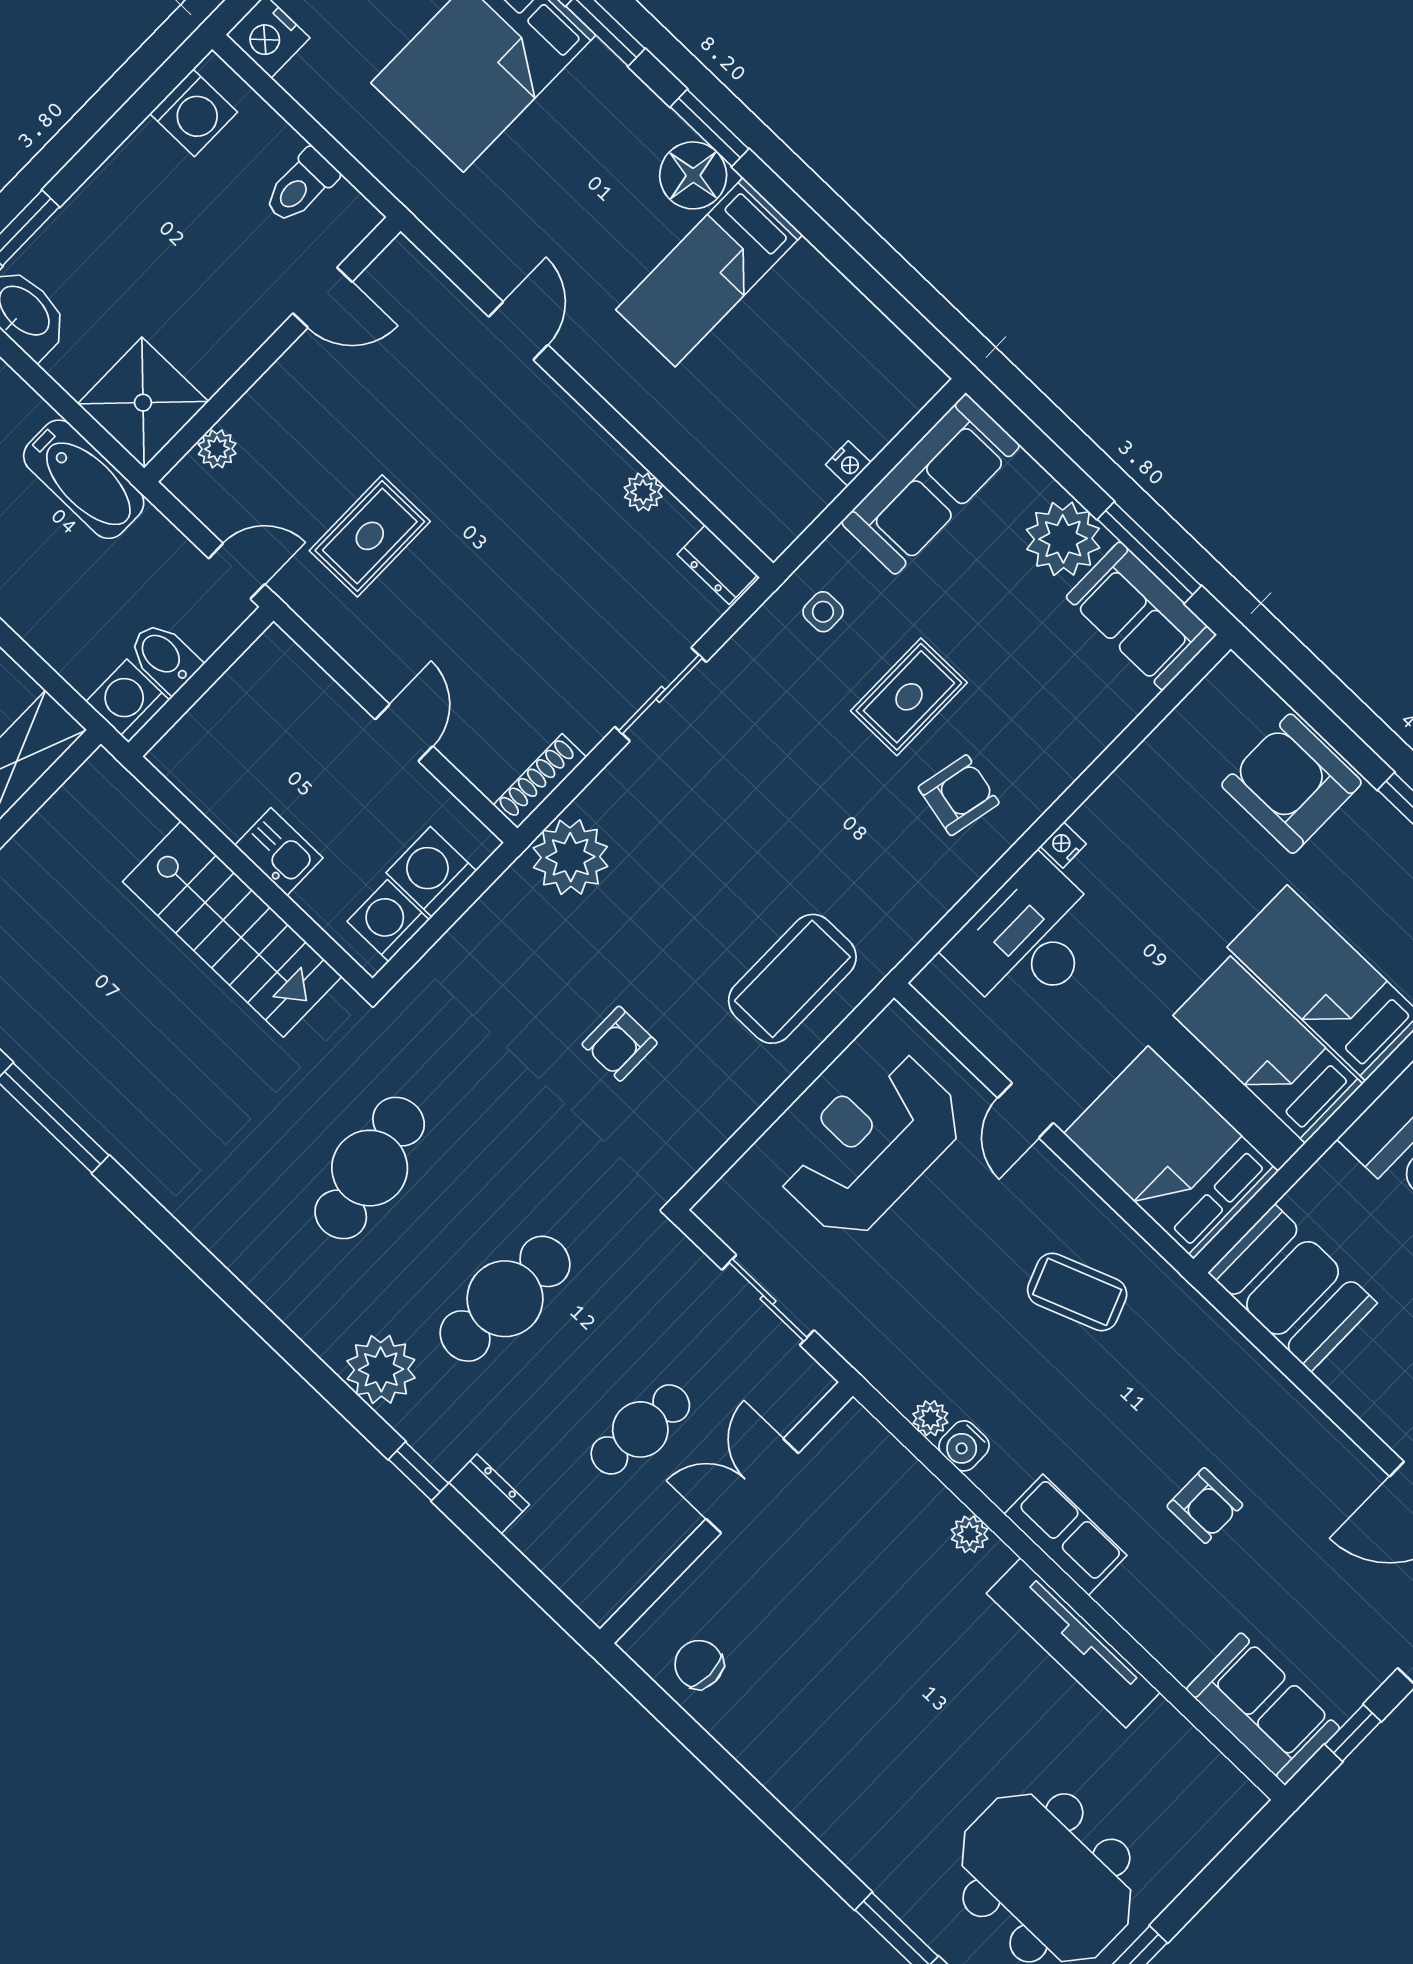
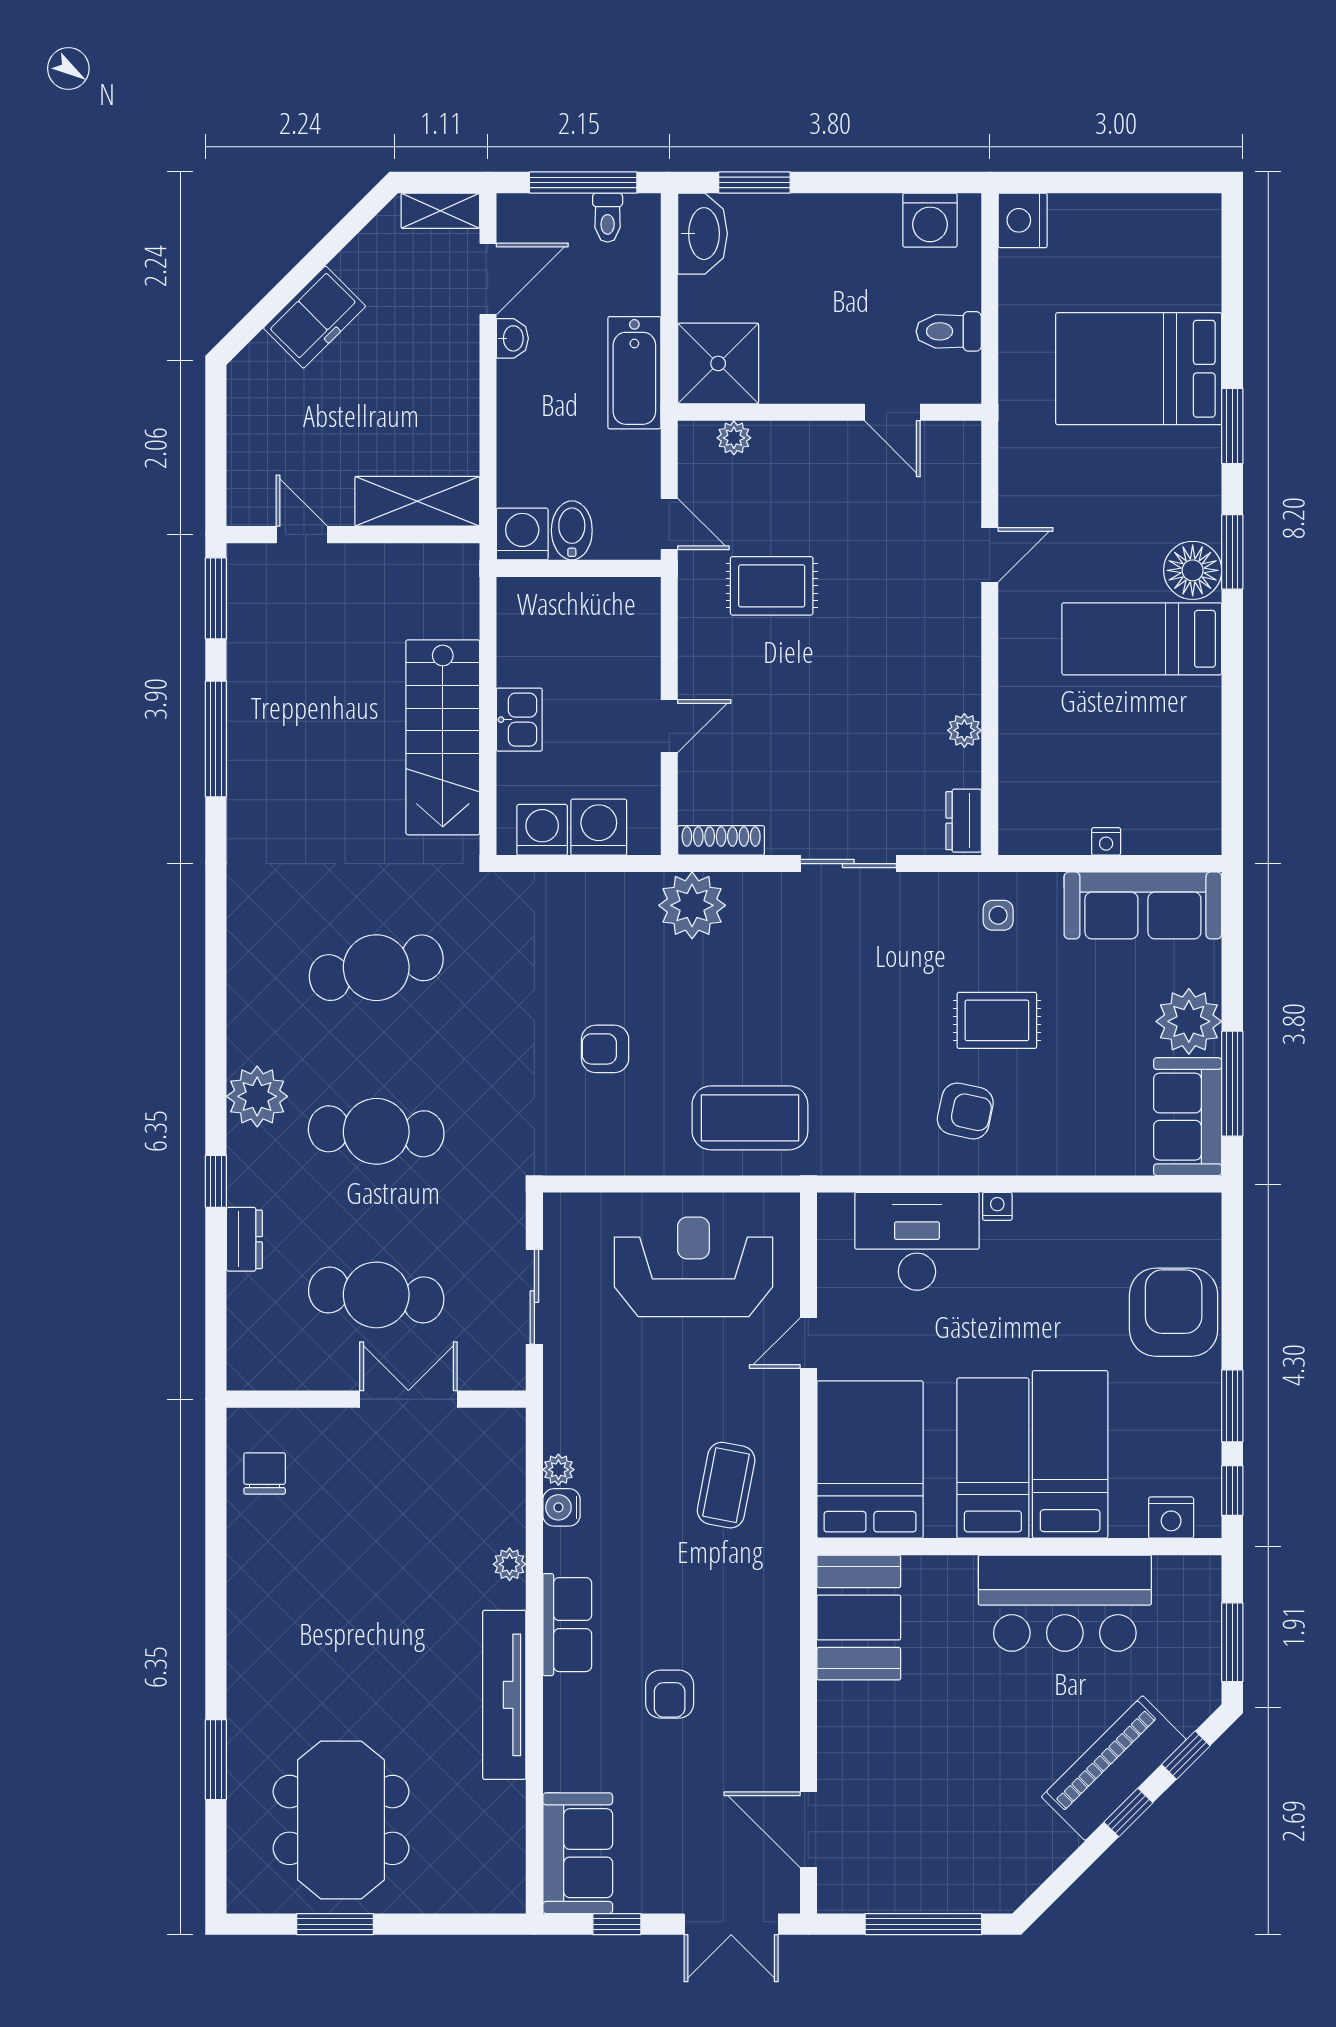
coffee table: (1077, 1292) -> (726, 1485), turned 32
cafe table: (640, 1429) -> (376, 1295), width x1.37, depth x1.35

